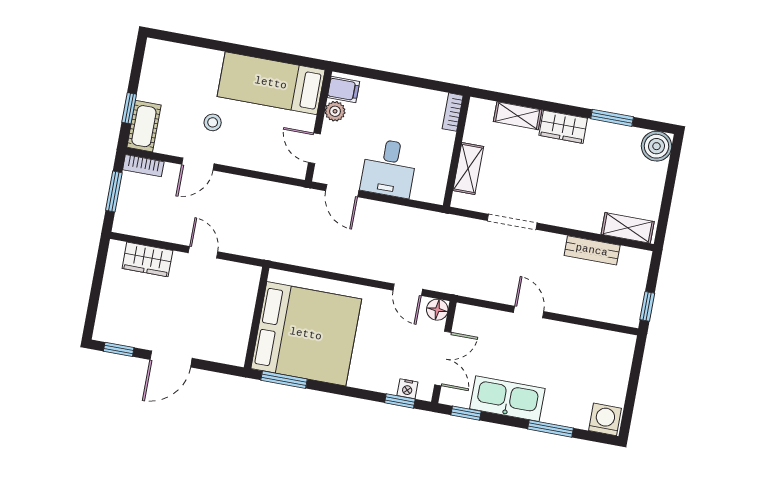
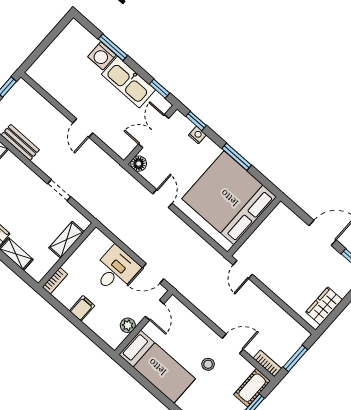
filing cabinet: (343, 89) -> (82, 308), moved, turned 90
door: (342, 191) -> (153, 273), swing flipped
doorway: (512, 222) -> (59, 190), width x0.73
door: (203, 252) -> (243, 270), moved
wardrobe: (147, 259) -> (324, 306), moved, turned -90
door: (408, 290) -> (163, 199), moved
window: (284, 380) -> (237, 157), moved
nightstand: (407, 389) -> (197, 135), moved
washing machine: (605, 419) -> (102, 56), moved

